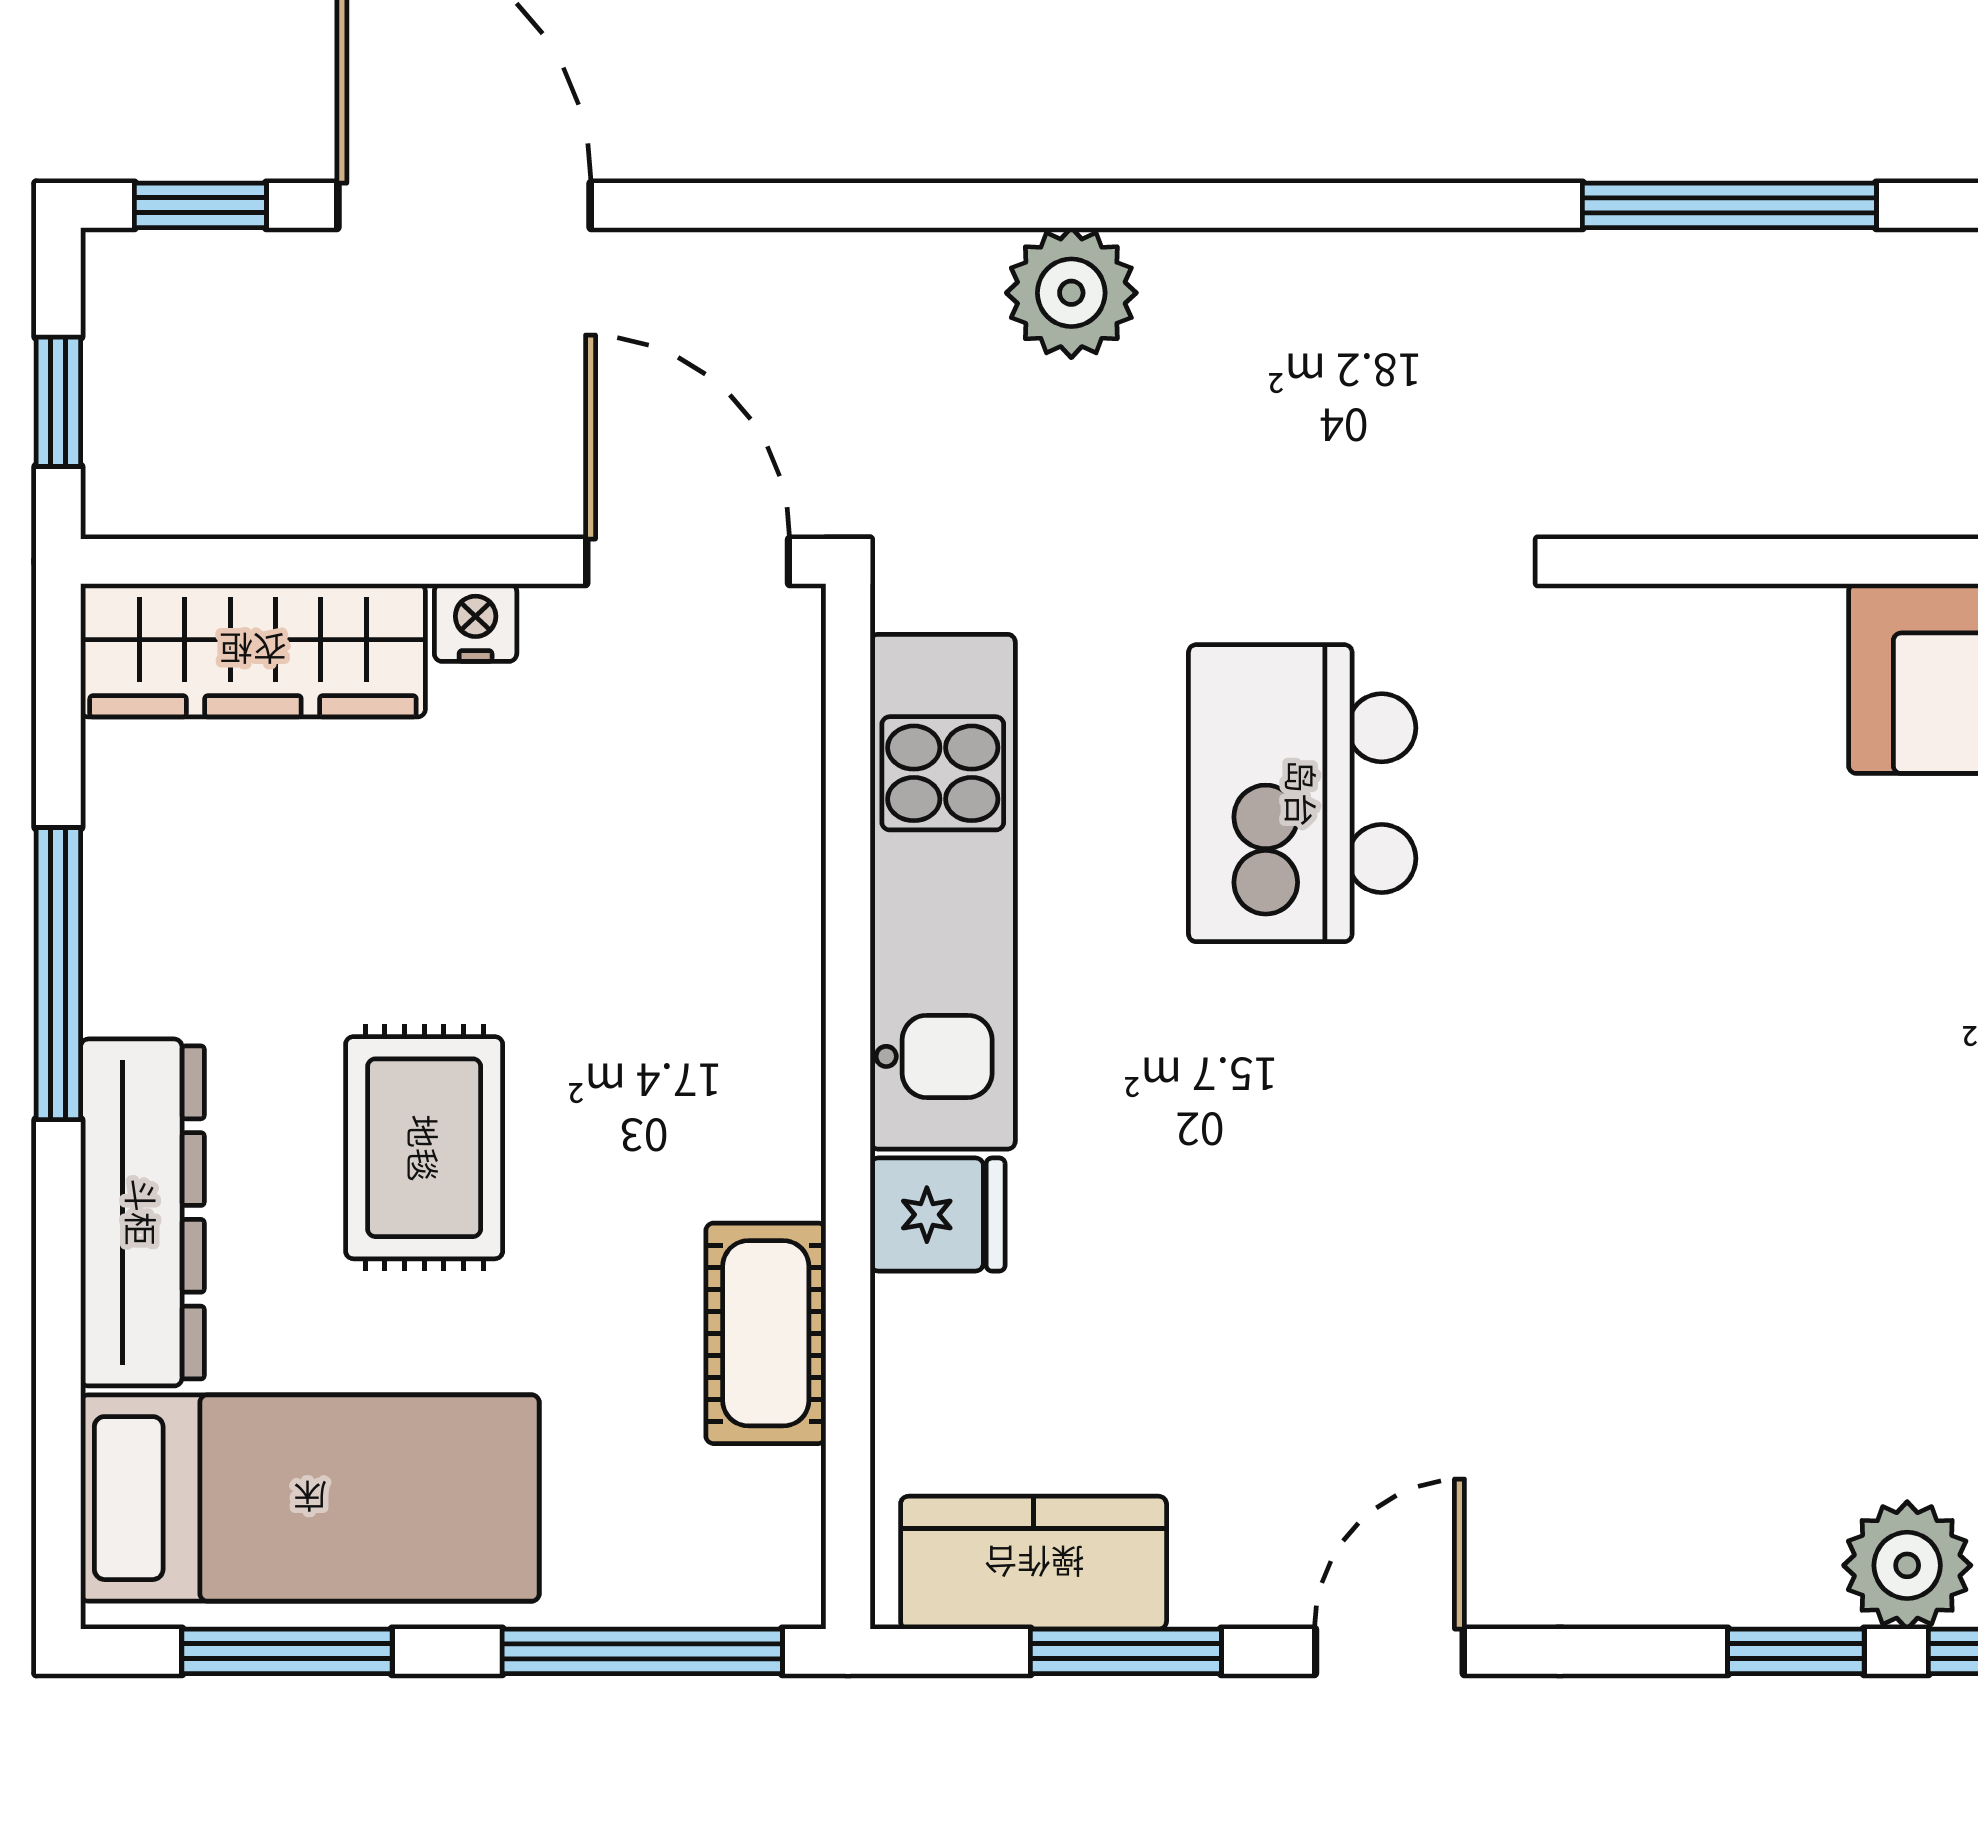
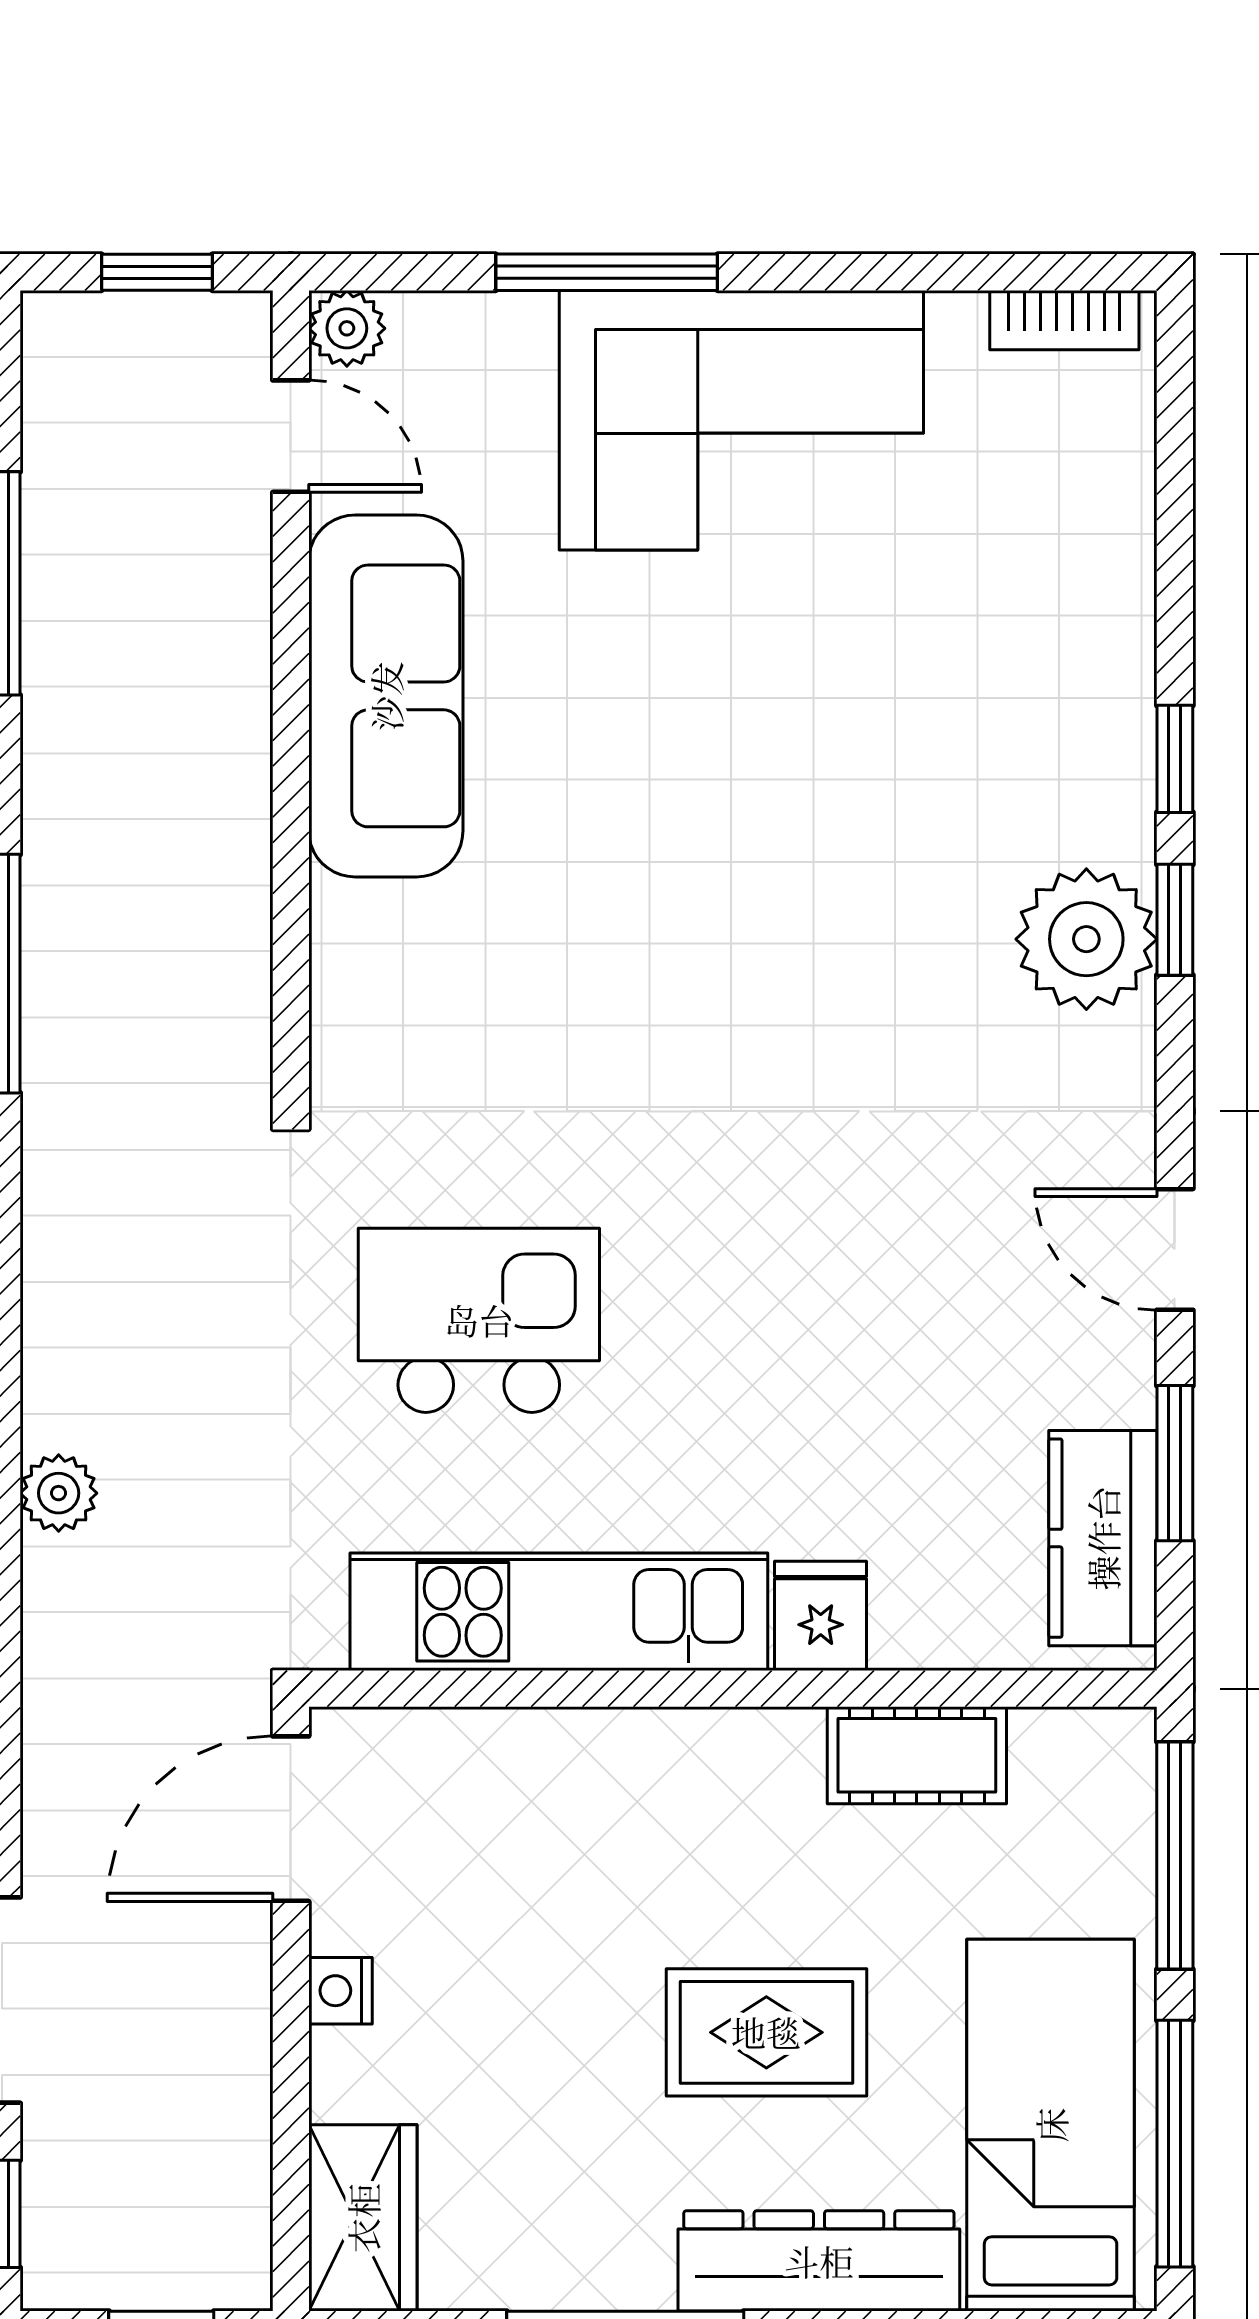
plant: (1071, 293) -> (59, 1493), width x0.73, depth x0.73
wardrobe: (253, 650) -> (363, 2218), width x0.67
kitchen island: (1302, 793) -> (479, 1320), turned 180
plant: (1907, 1565) -> (1086, 939), moved, width x1.36, depth x1.36
window: (287, 1651) -> (1175, 2144), width x1.44

